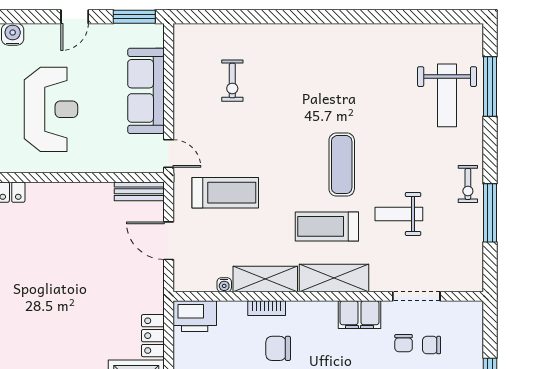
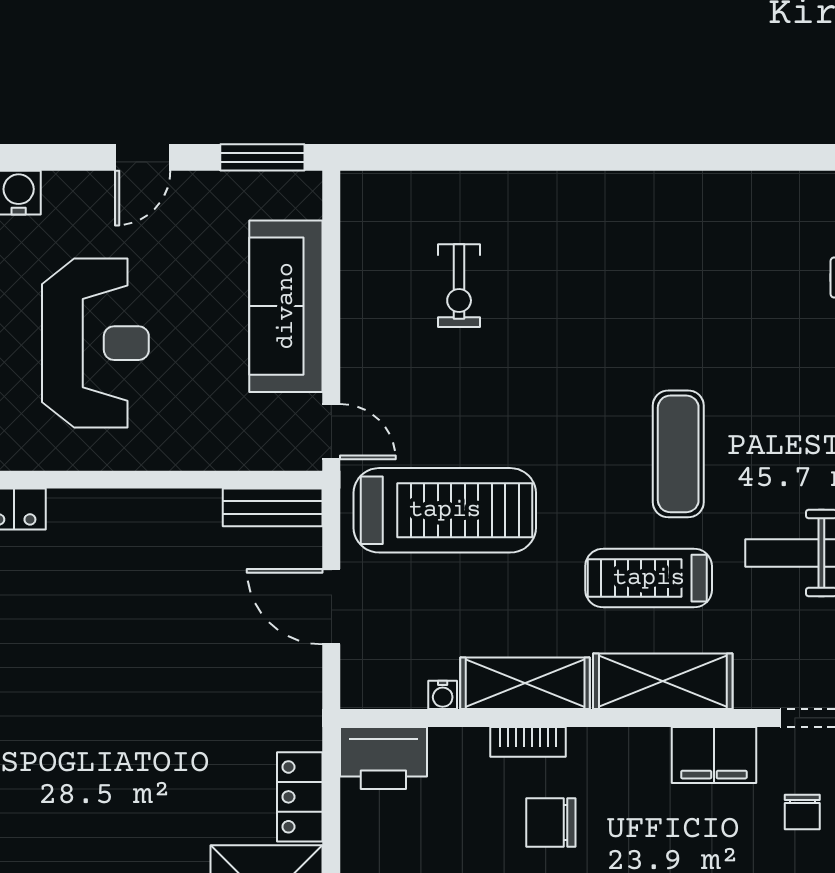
treadmill: (225, 193) -> (445, 510), width x1.37, depth x1.38

